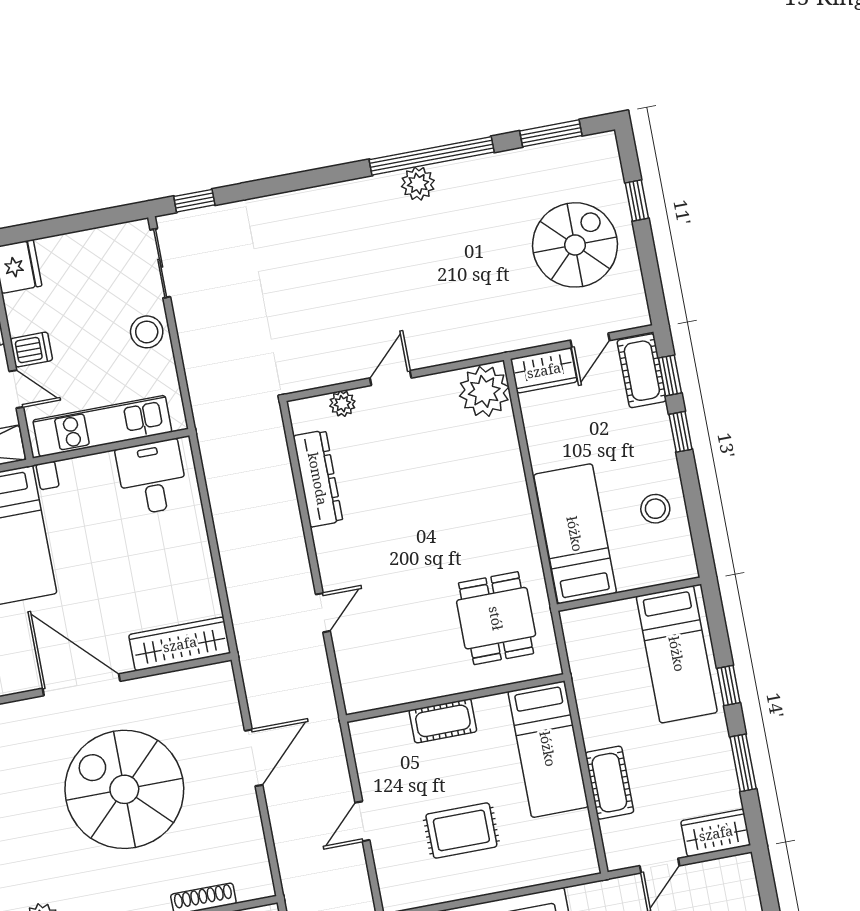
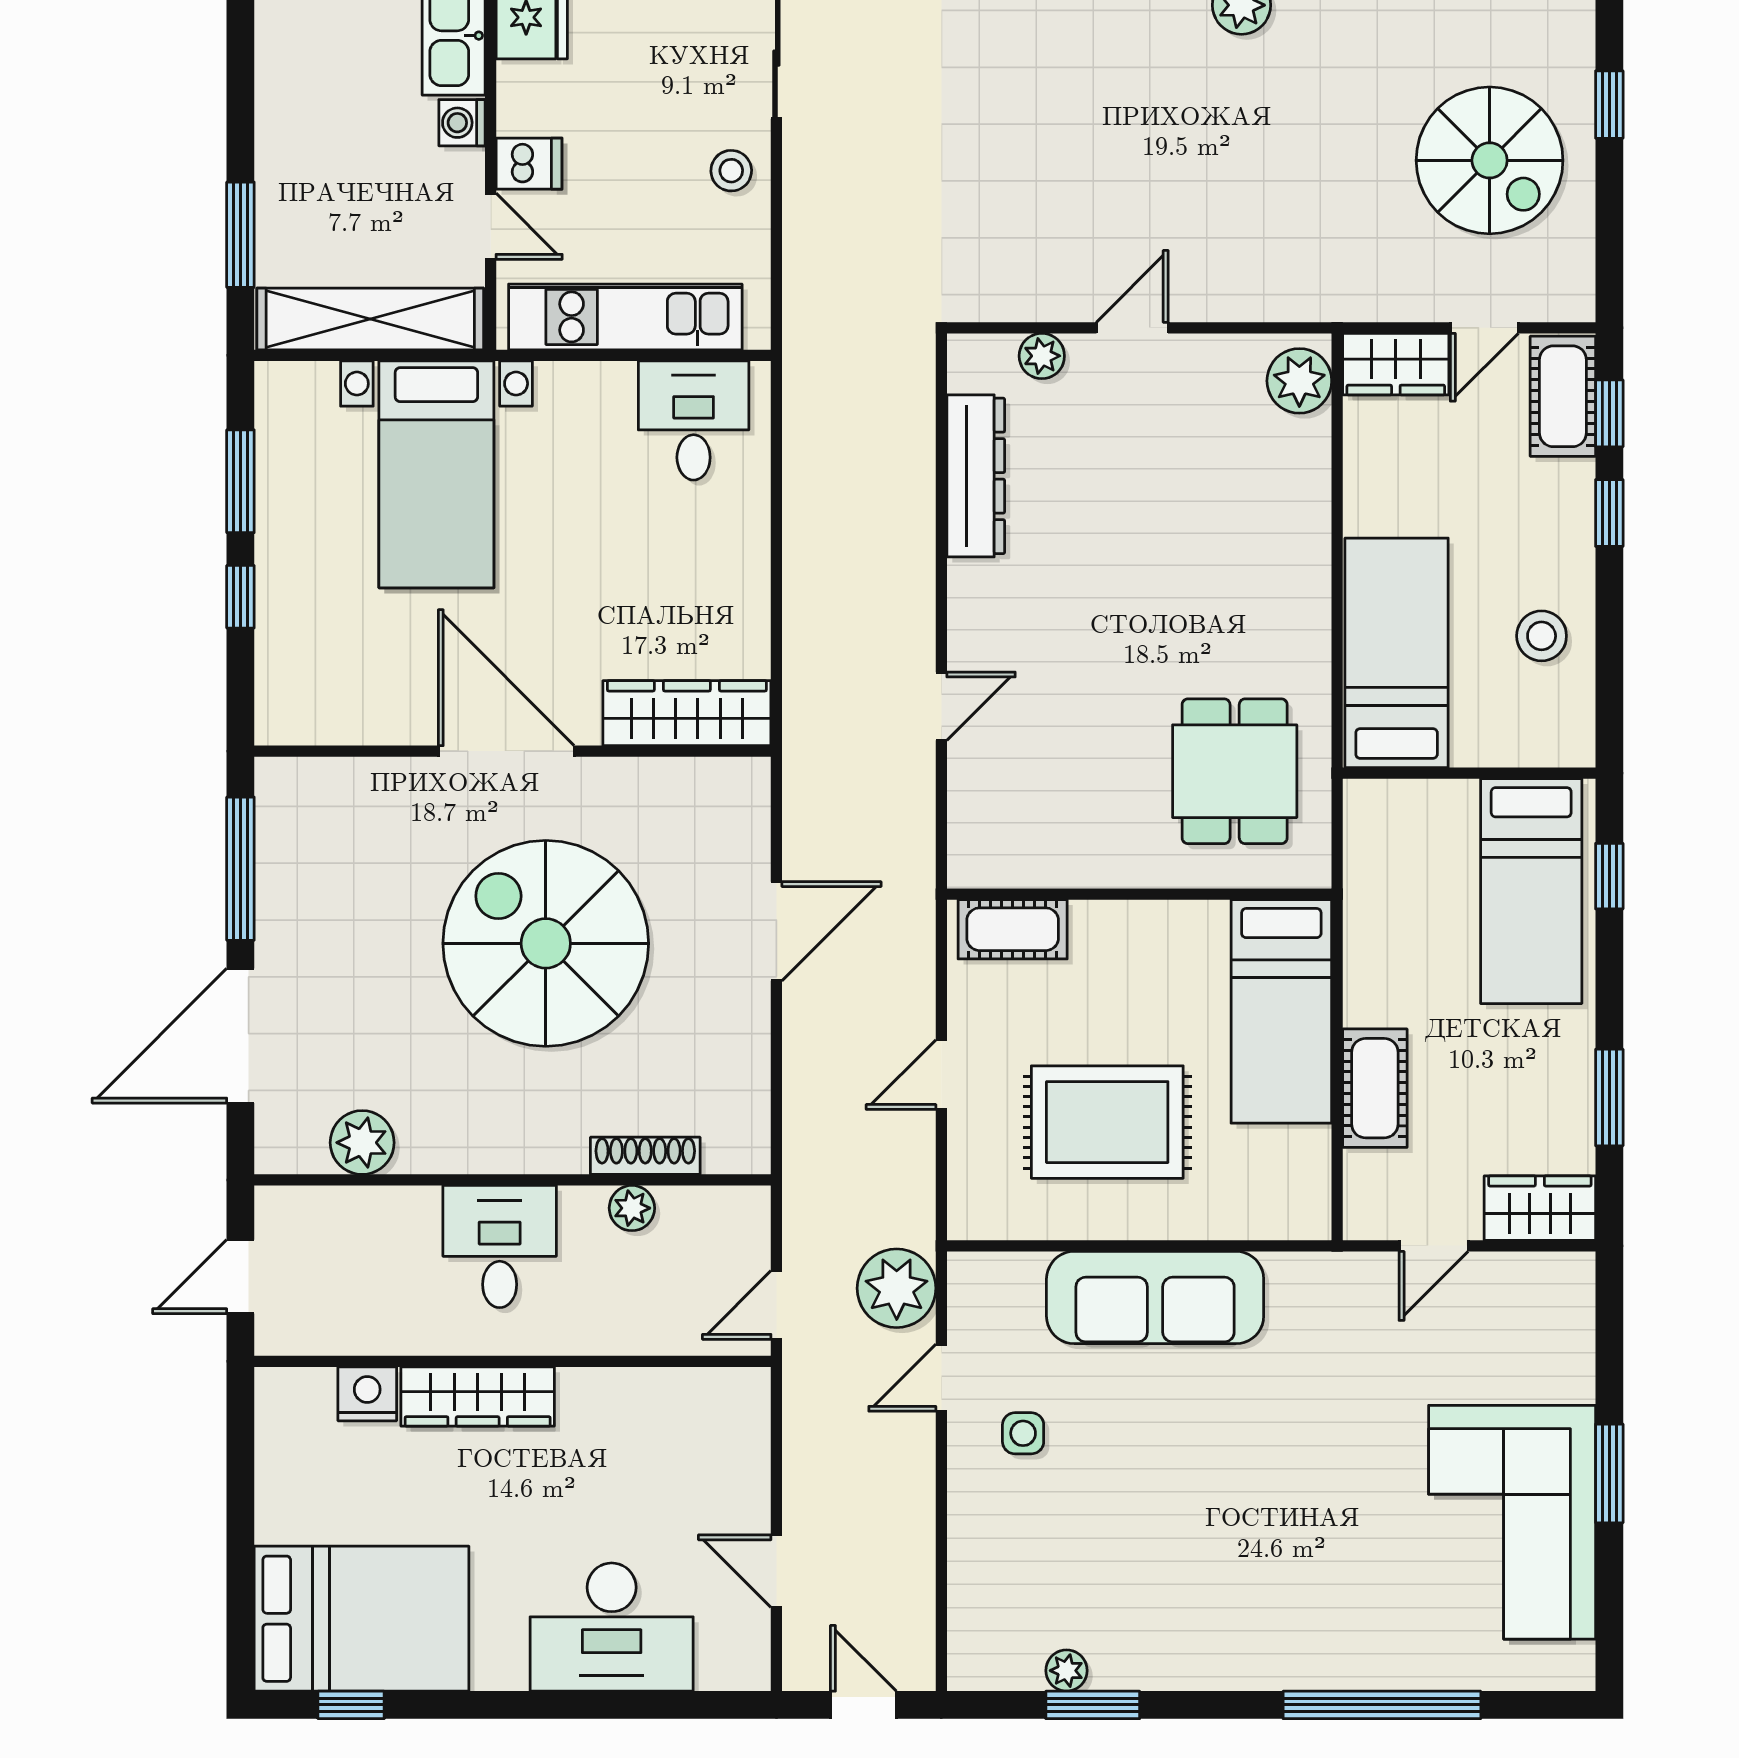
spiral stairs: (575, 245) -> (1490, 160), turned 90
stool: (147, 332) -> (731, 171), width x0.73, depth x0.73
plant: (484, 391) -> (1299, 381), width x0.73, depth x0.73
window: (728, 685) -> (1609, 876), moved
cot: (443, 721) -> (1013, 929), moved
rug: (461, 830) -> (1107, 1122), width x1.36, depth x1.43

